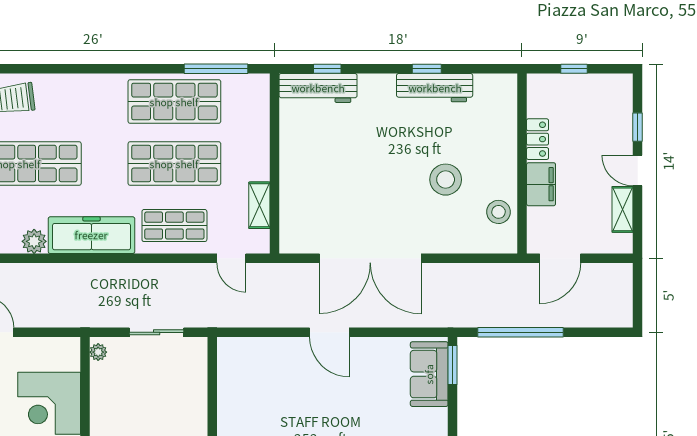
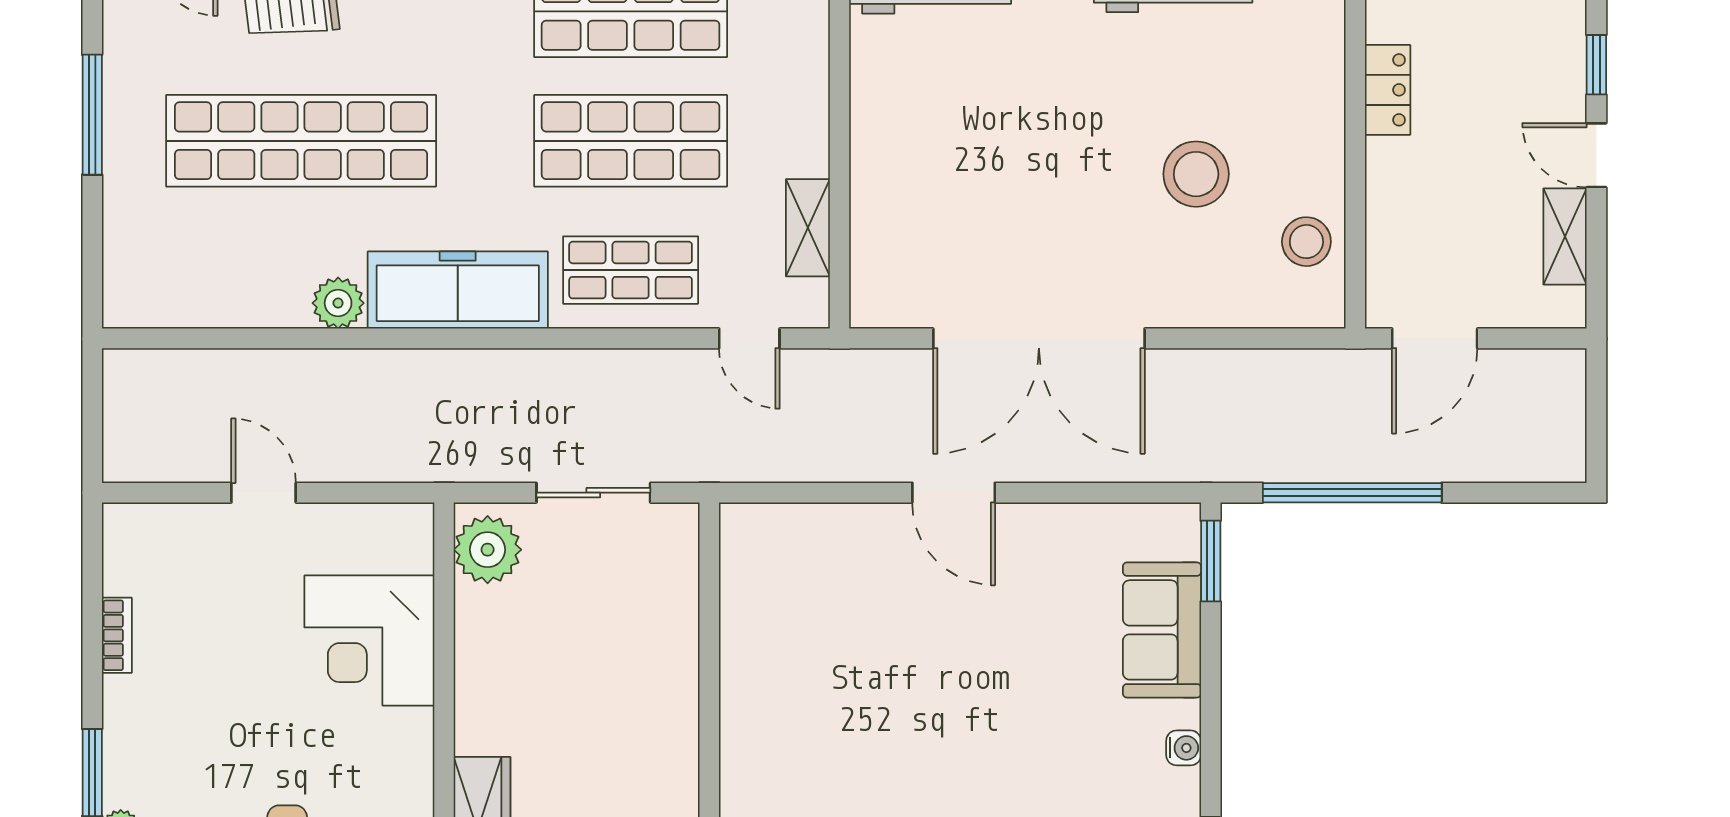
filing cabinet: (541, 184) -> (1395, 184), removed
plant: (98, 352) -> (488, 550), width x1.88, depth x1.88
sofa: (429, 374) -> (1162, 630), moved

